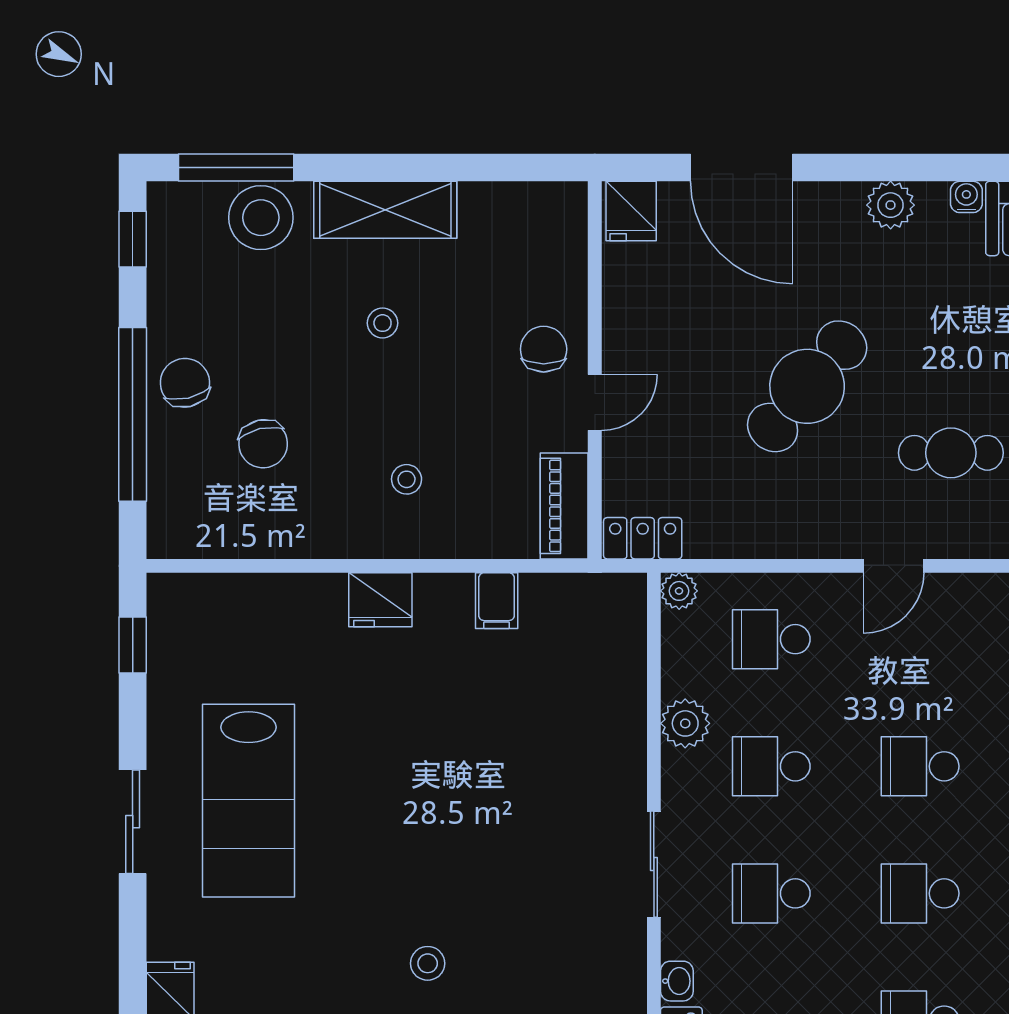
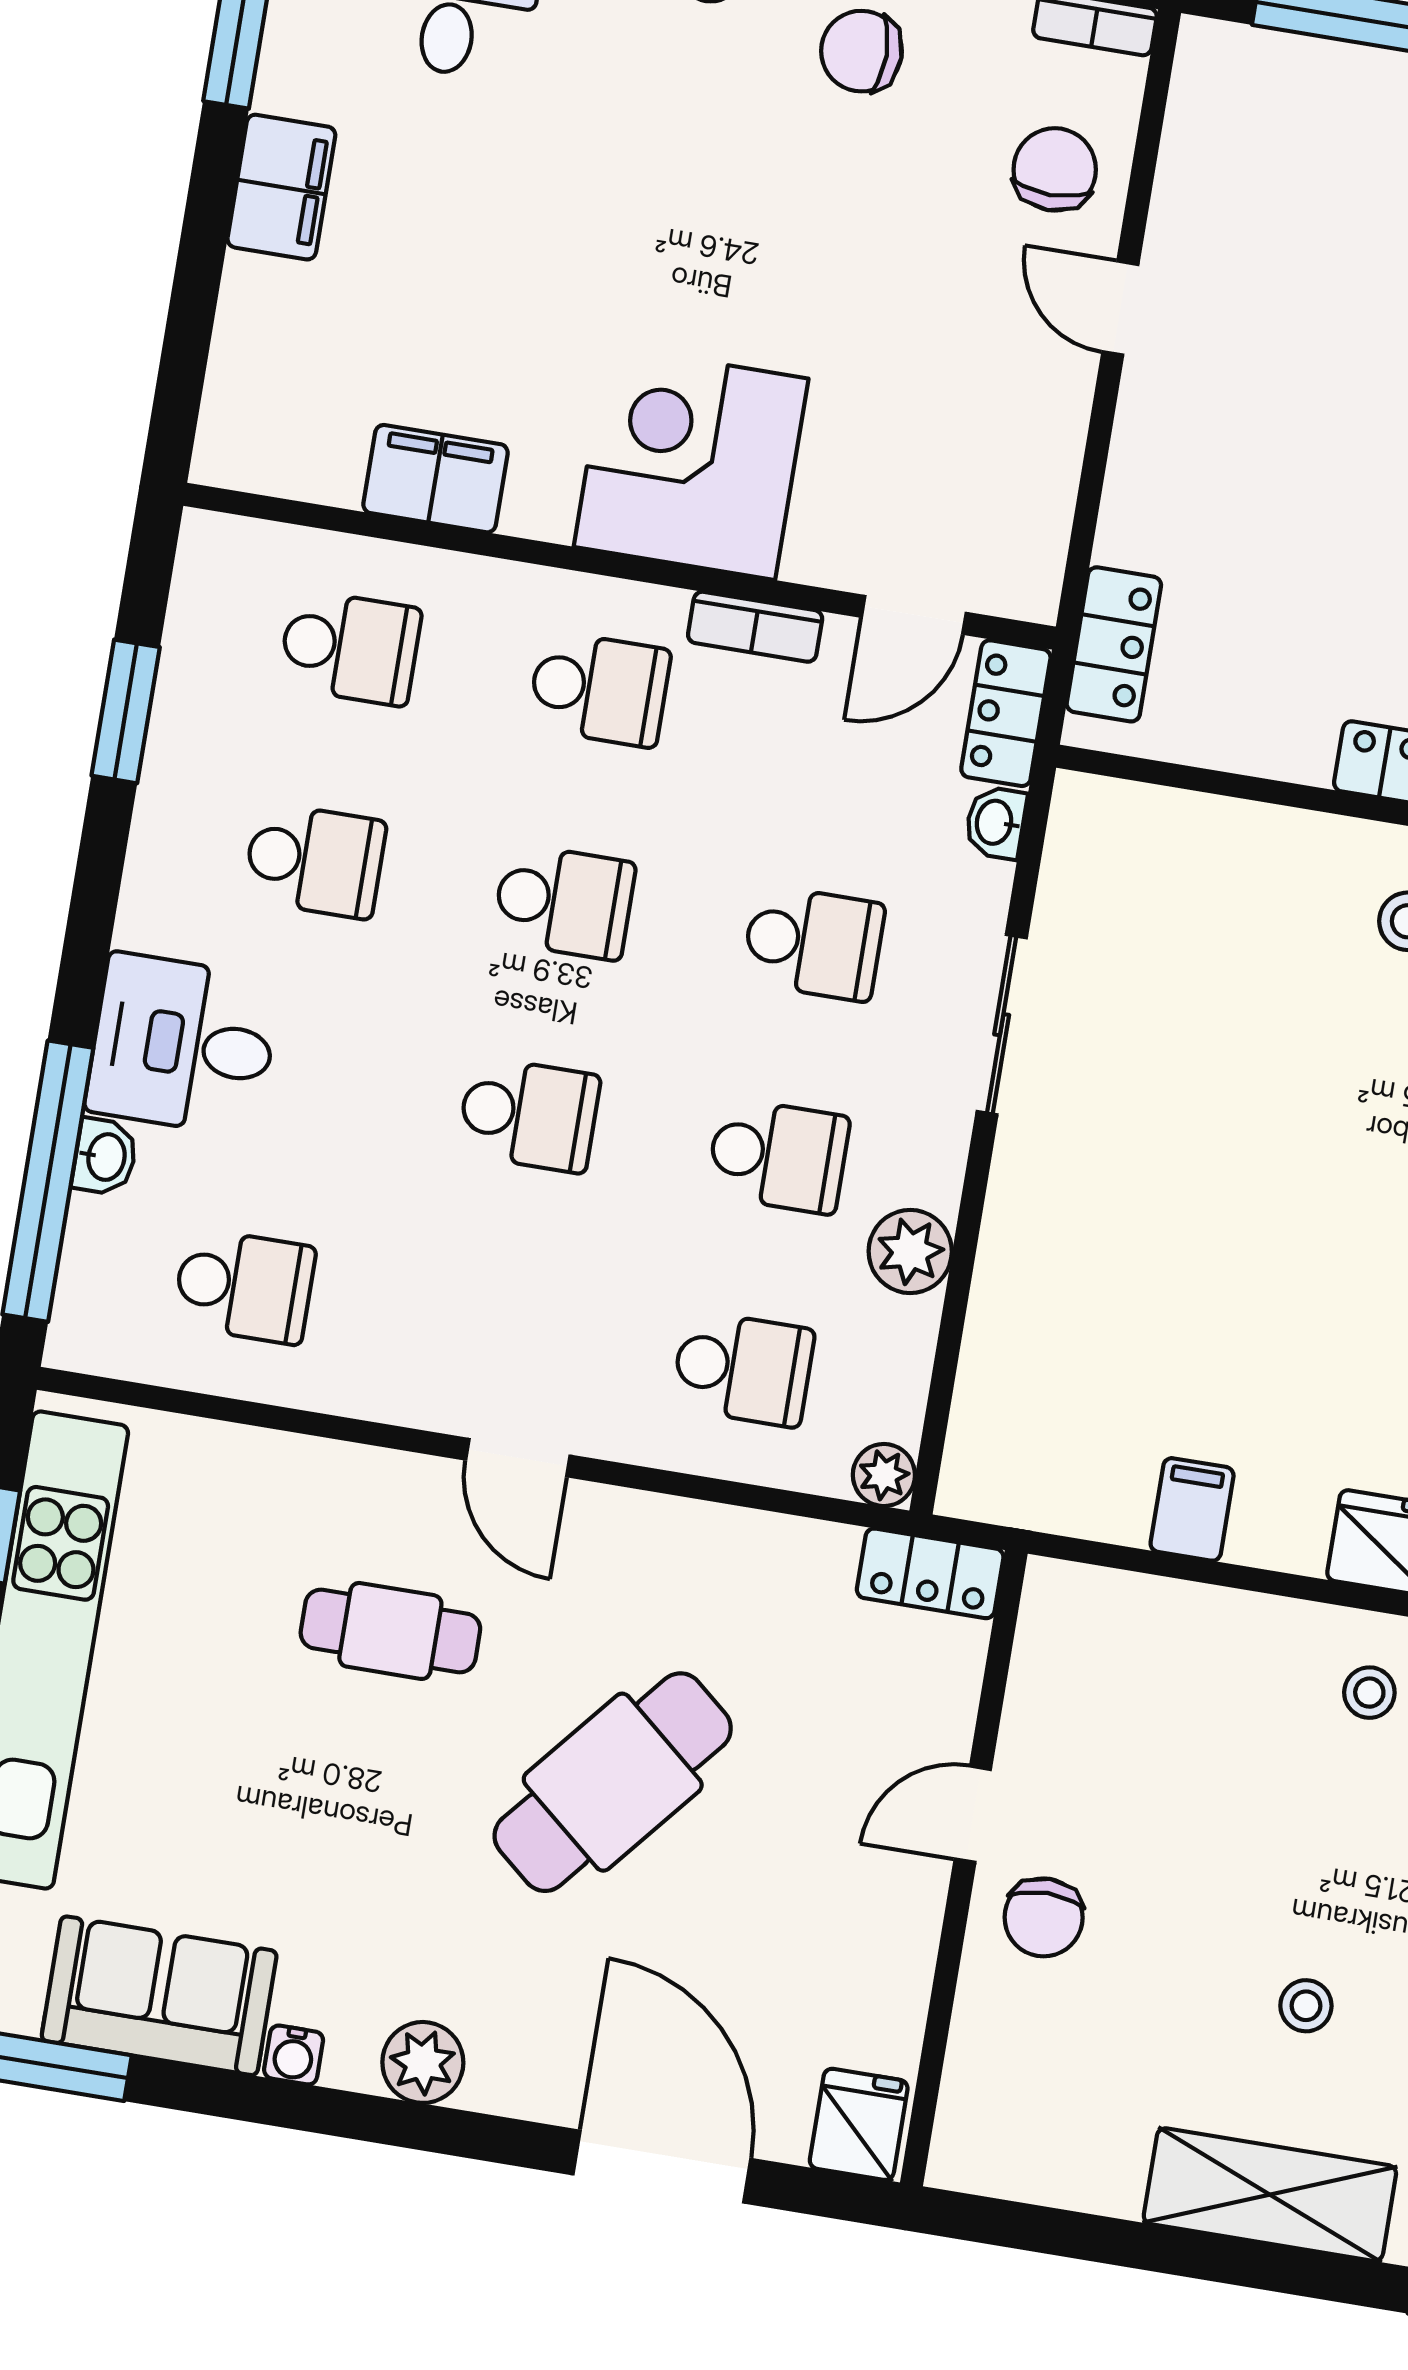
stool: (407, 479) -> (1369, 1693), moved
piano: (564, 506) -> (1053, 1649), removed
door: (893, 566) -> (518, 1458), swing flipped

